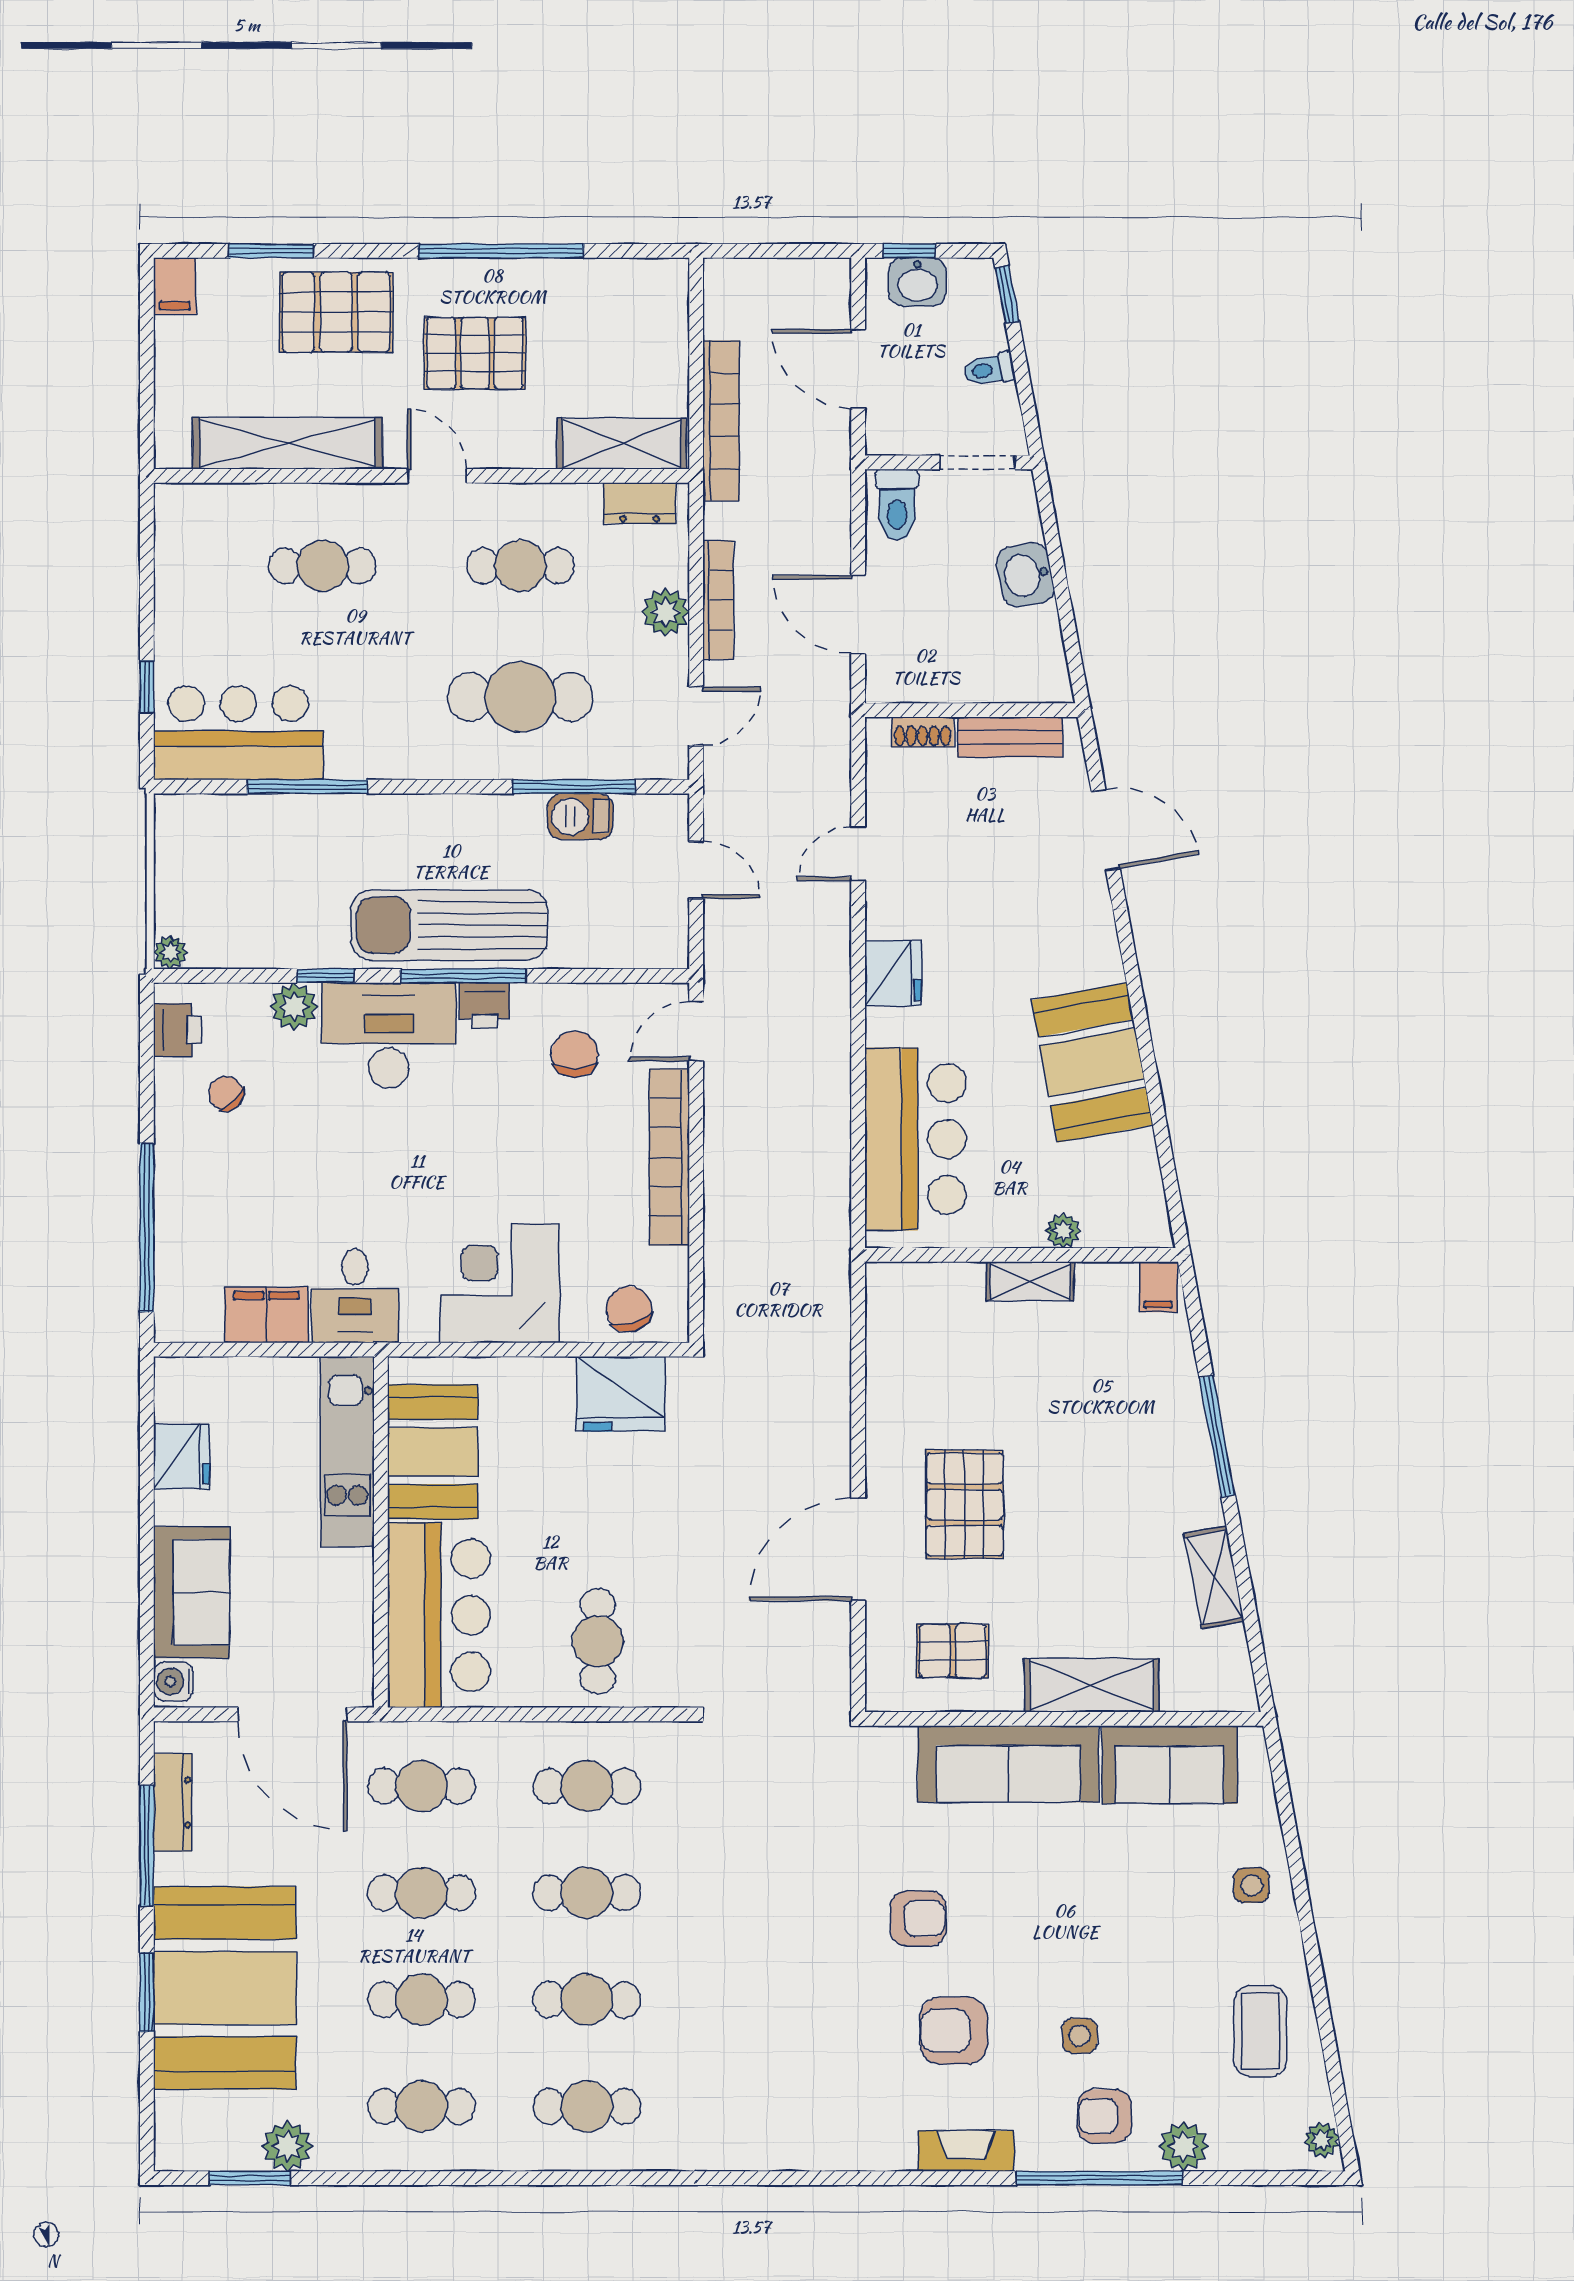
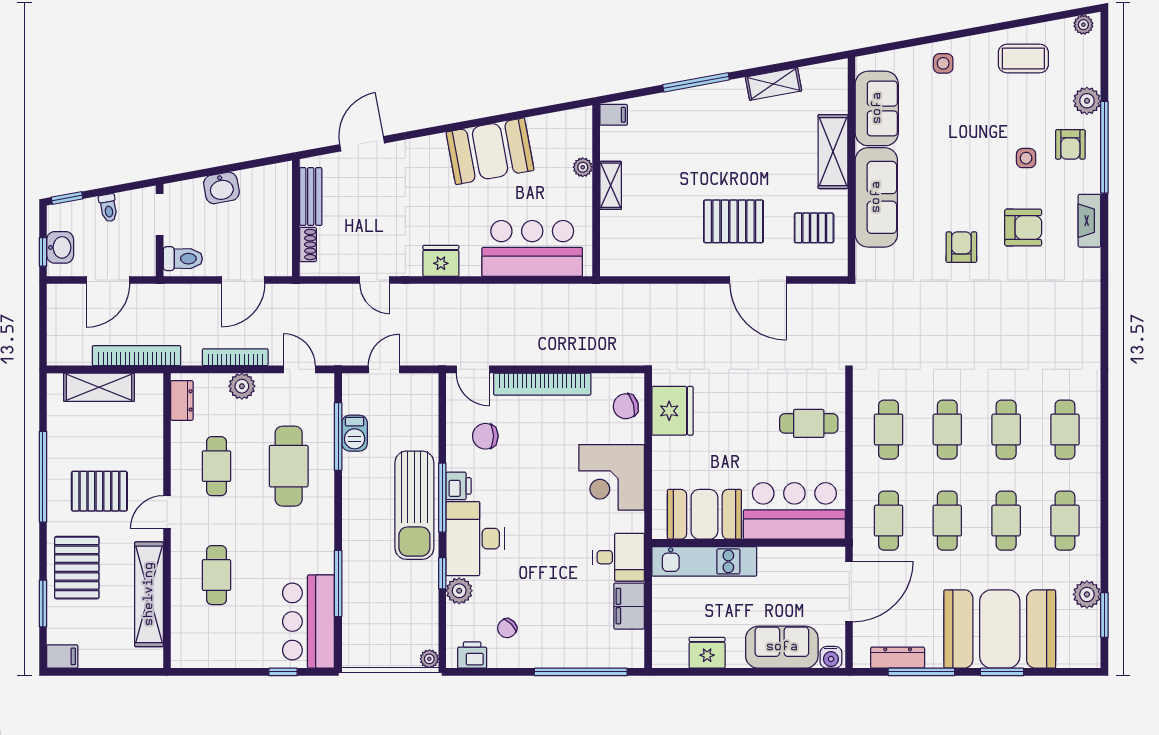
pallet: (475, 353) -> (99, 491), turned 90
shelving: (622, 444) -> (99, 387), moved, turned 90
pallet: (953, 1651) -> (814, 228), turned 90
armchair: (954, 2031) -> (1023, 228), turned -90

